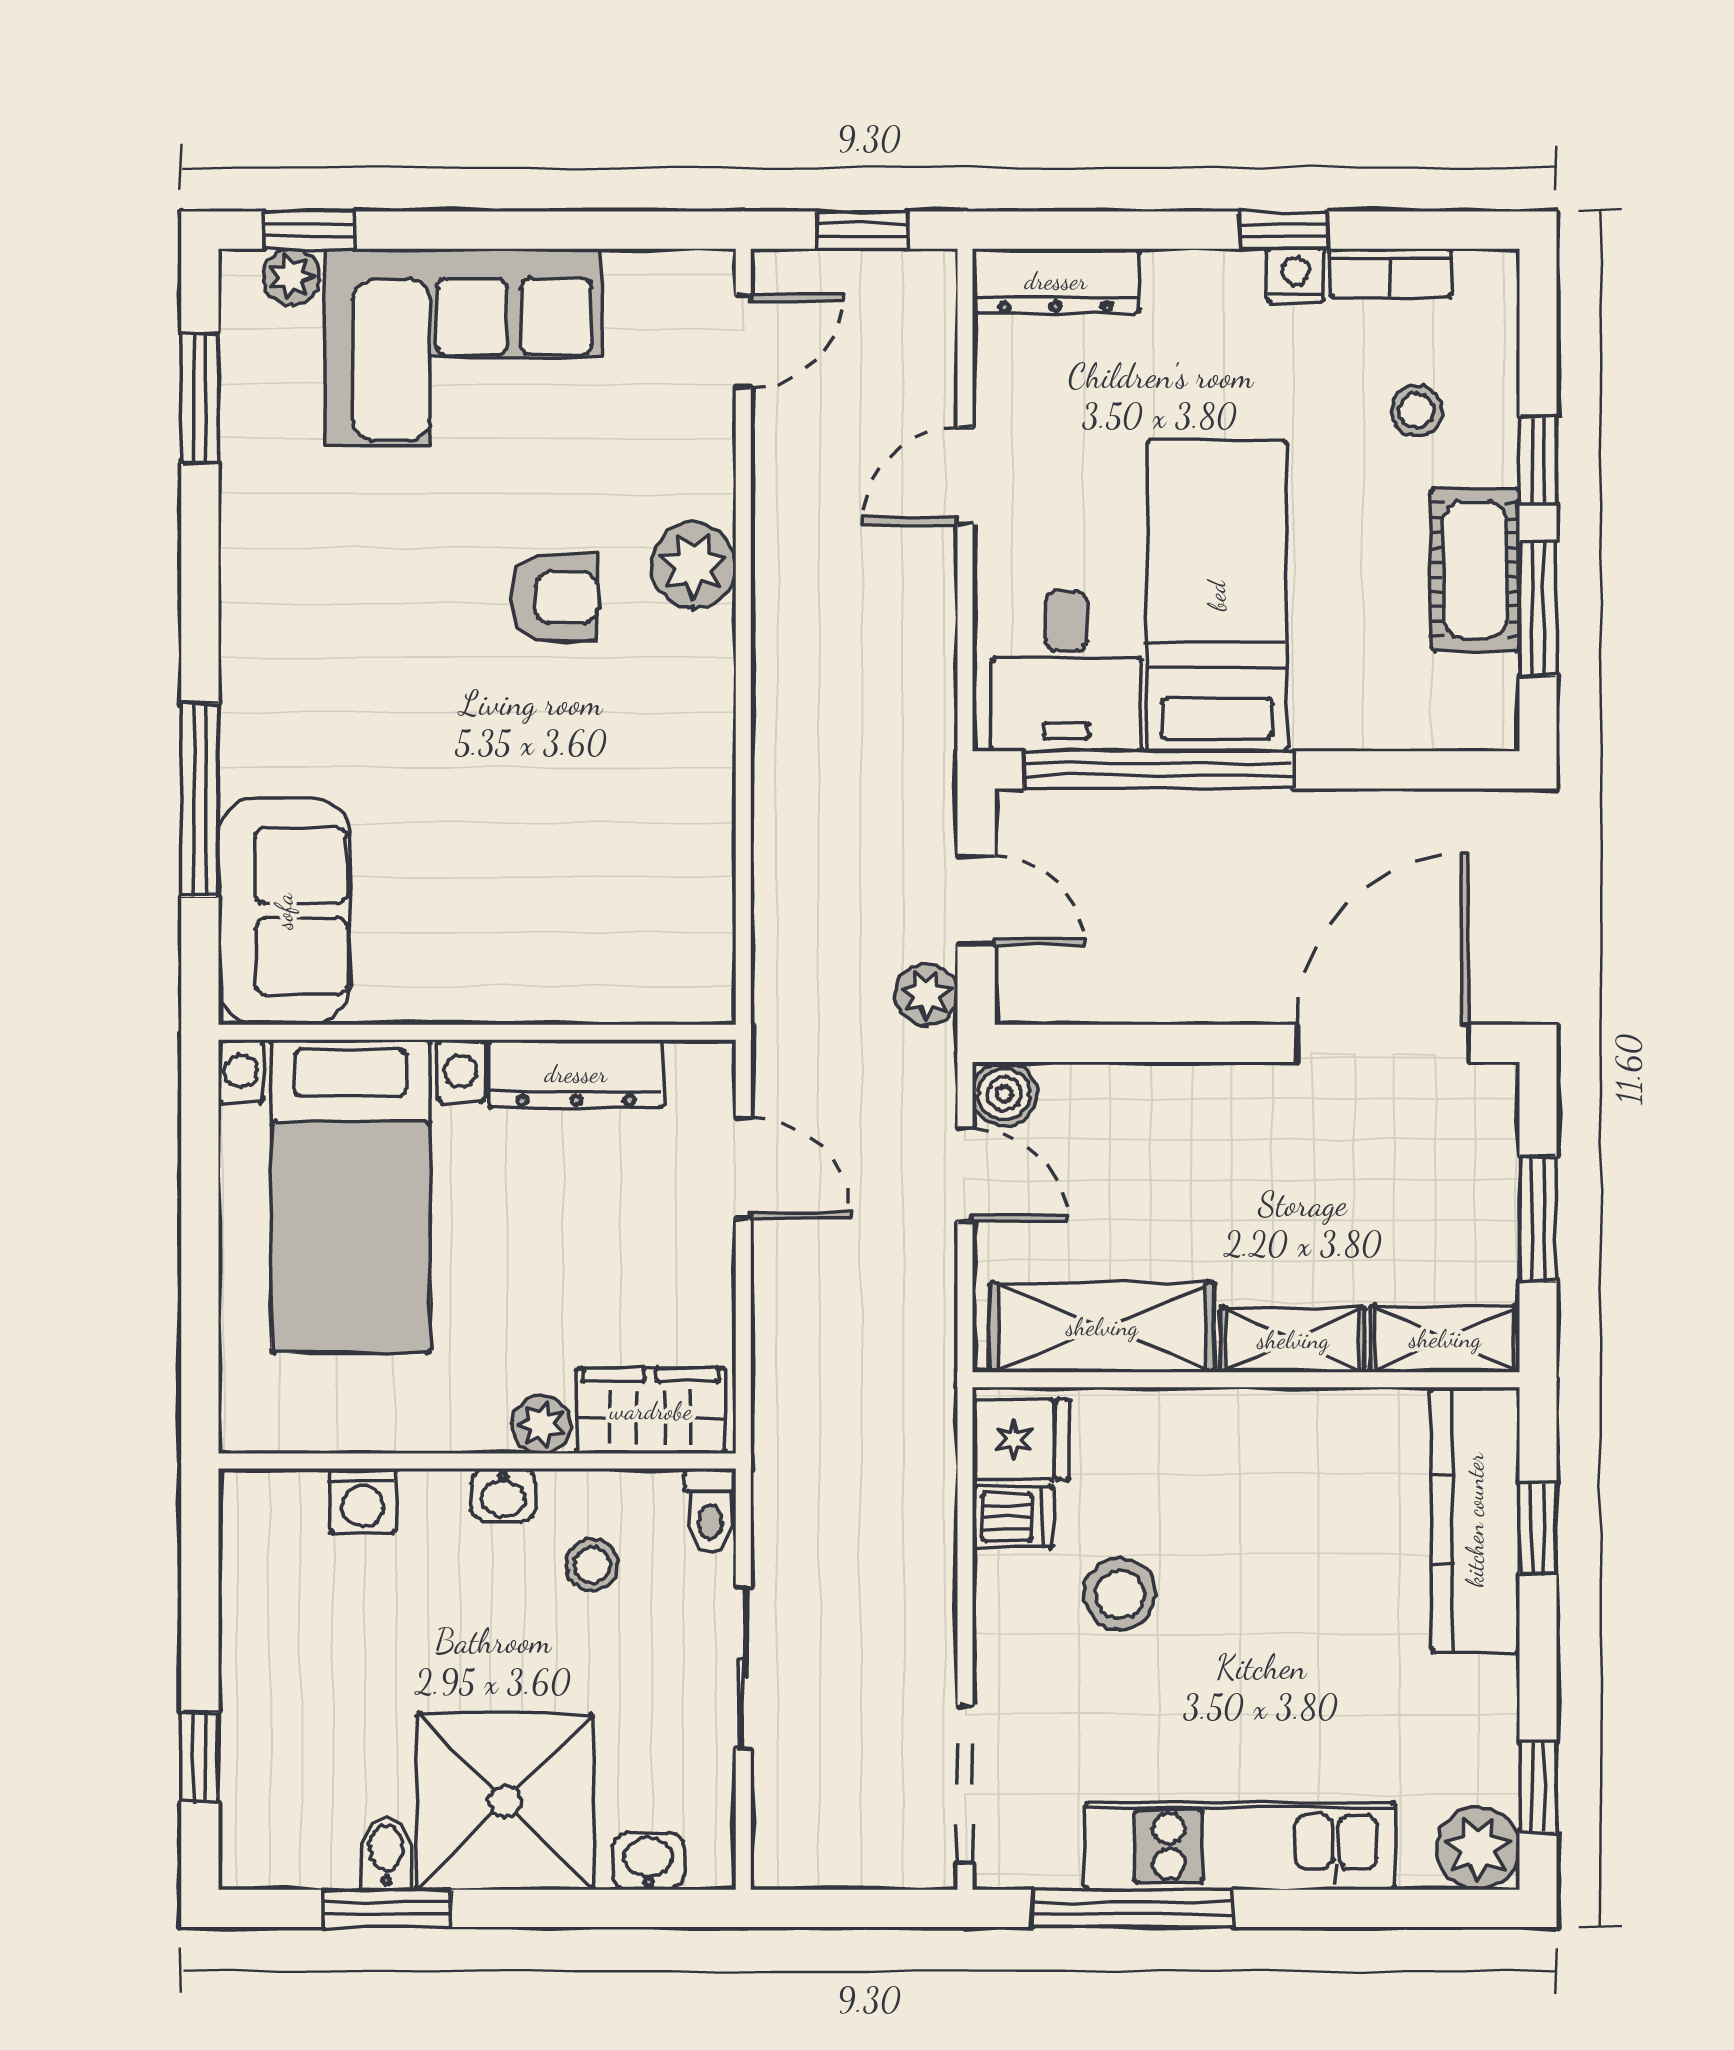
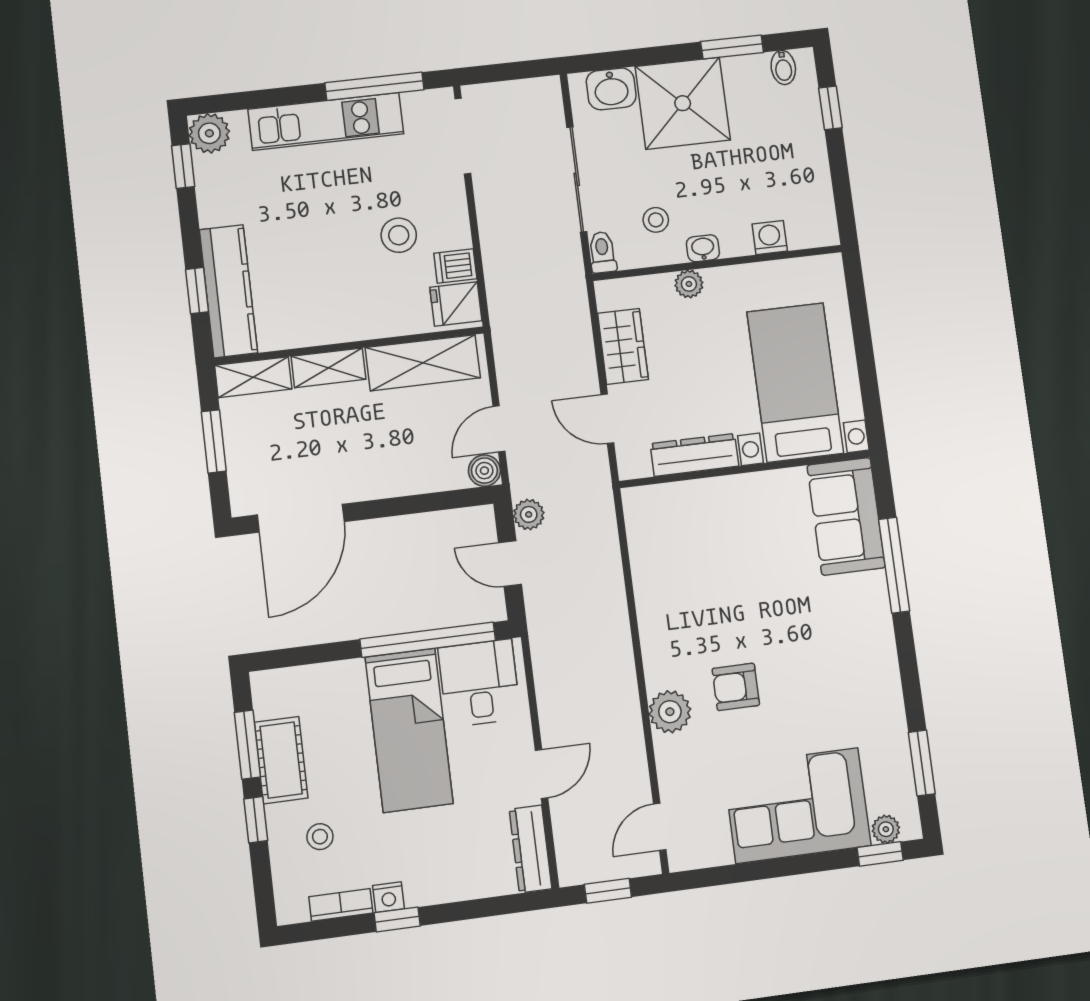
dresser: (1056, 281) -> (531, 849), moved, turned -90
door: (965, 1175) -> (499, 429), hinge flipped
wardrobe: (651, 1411) -> (623, 346), moved, turned -90
sliding door: (743, 1668) -> (577, 179), width x1.37
bidet: (386, 1853) -> (783, 67), moved
washbasin: (649, 1861) -> (611, 89), width x1.38, depth x1.45

